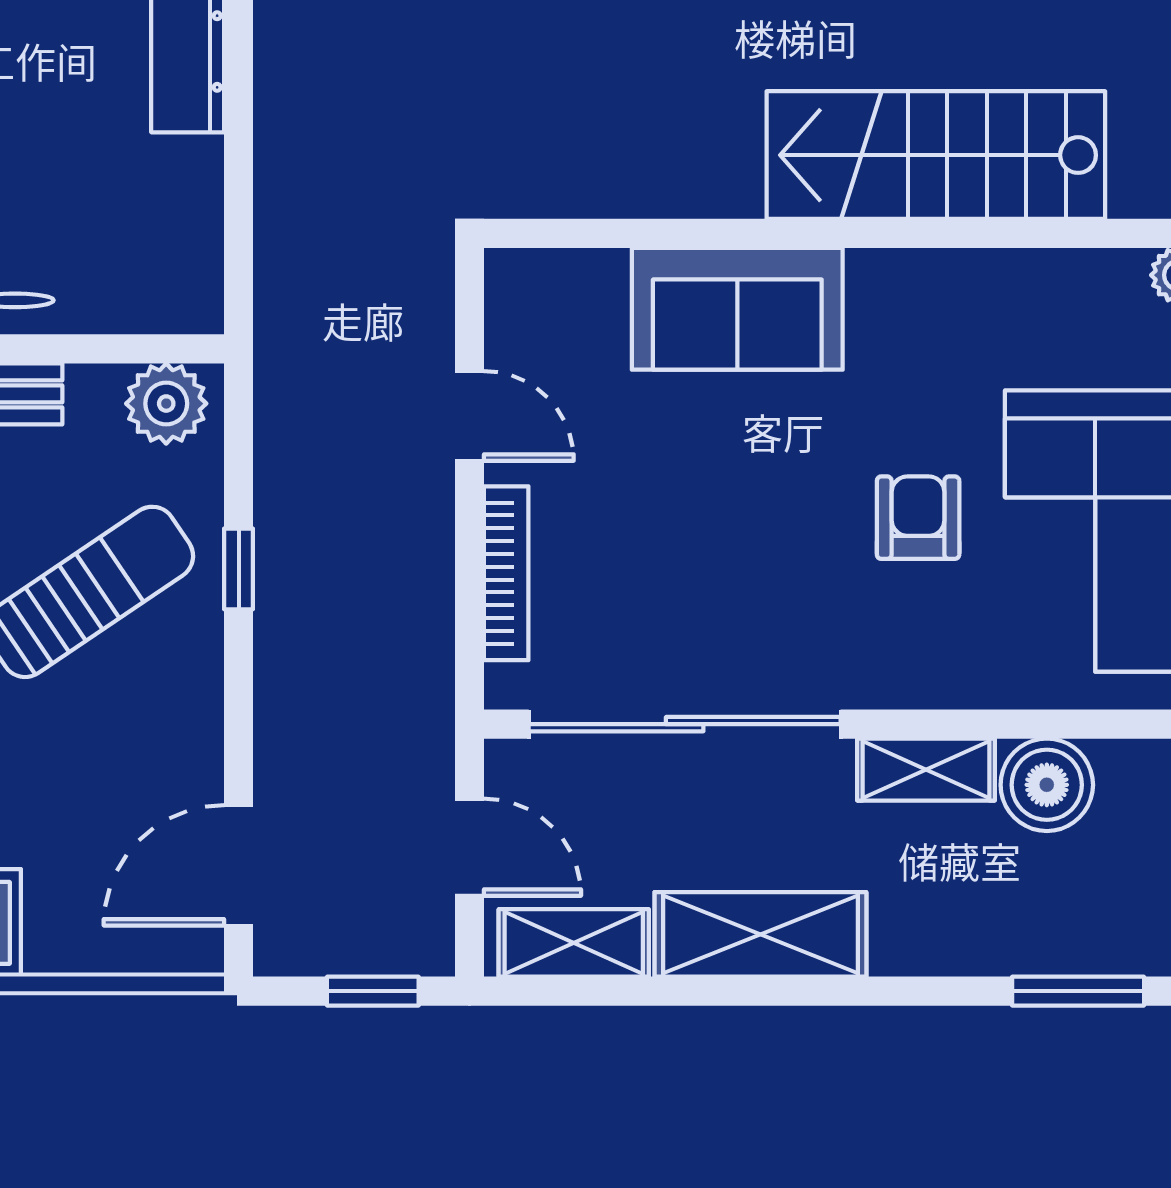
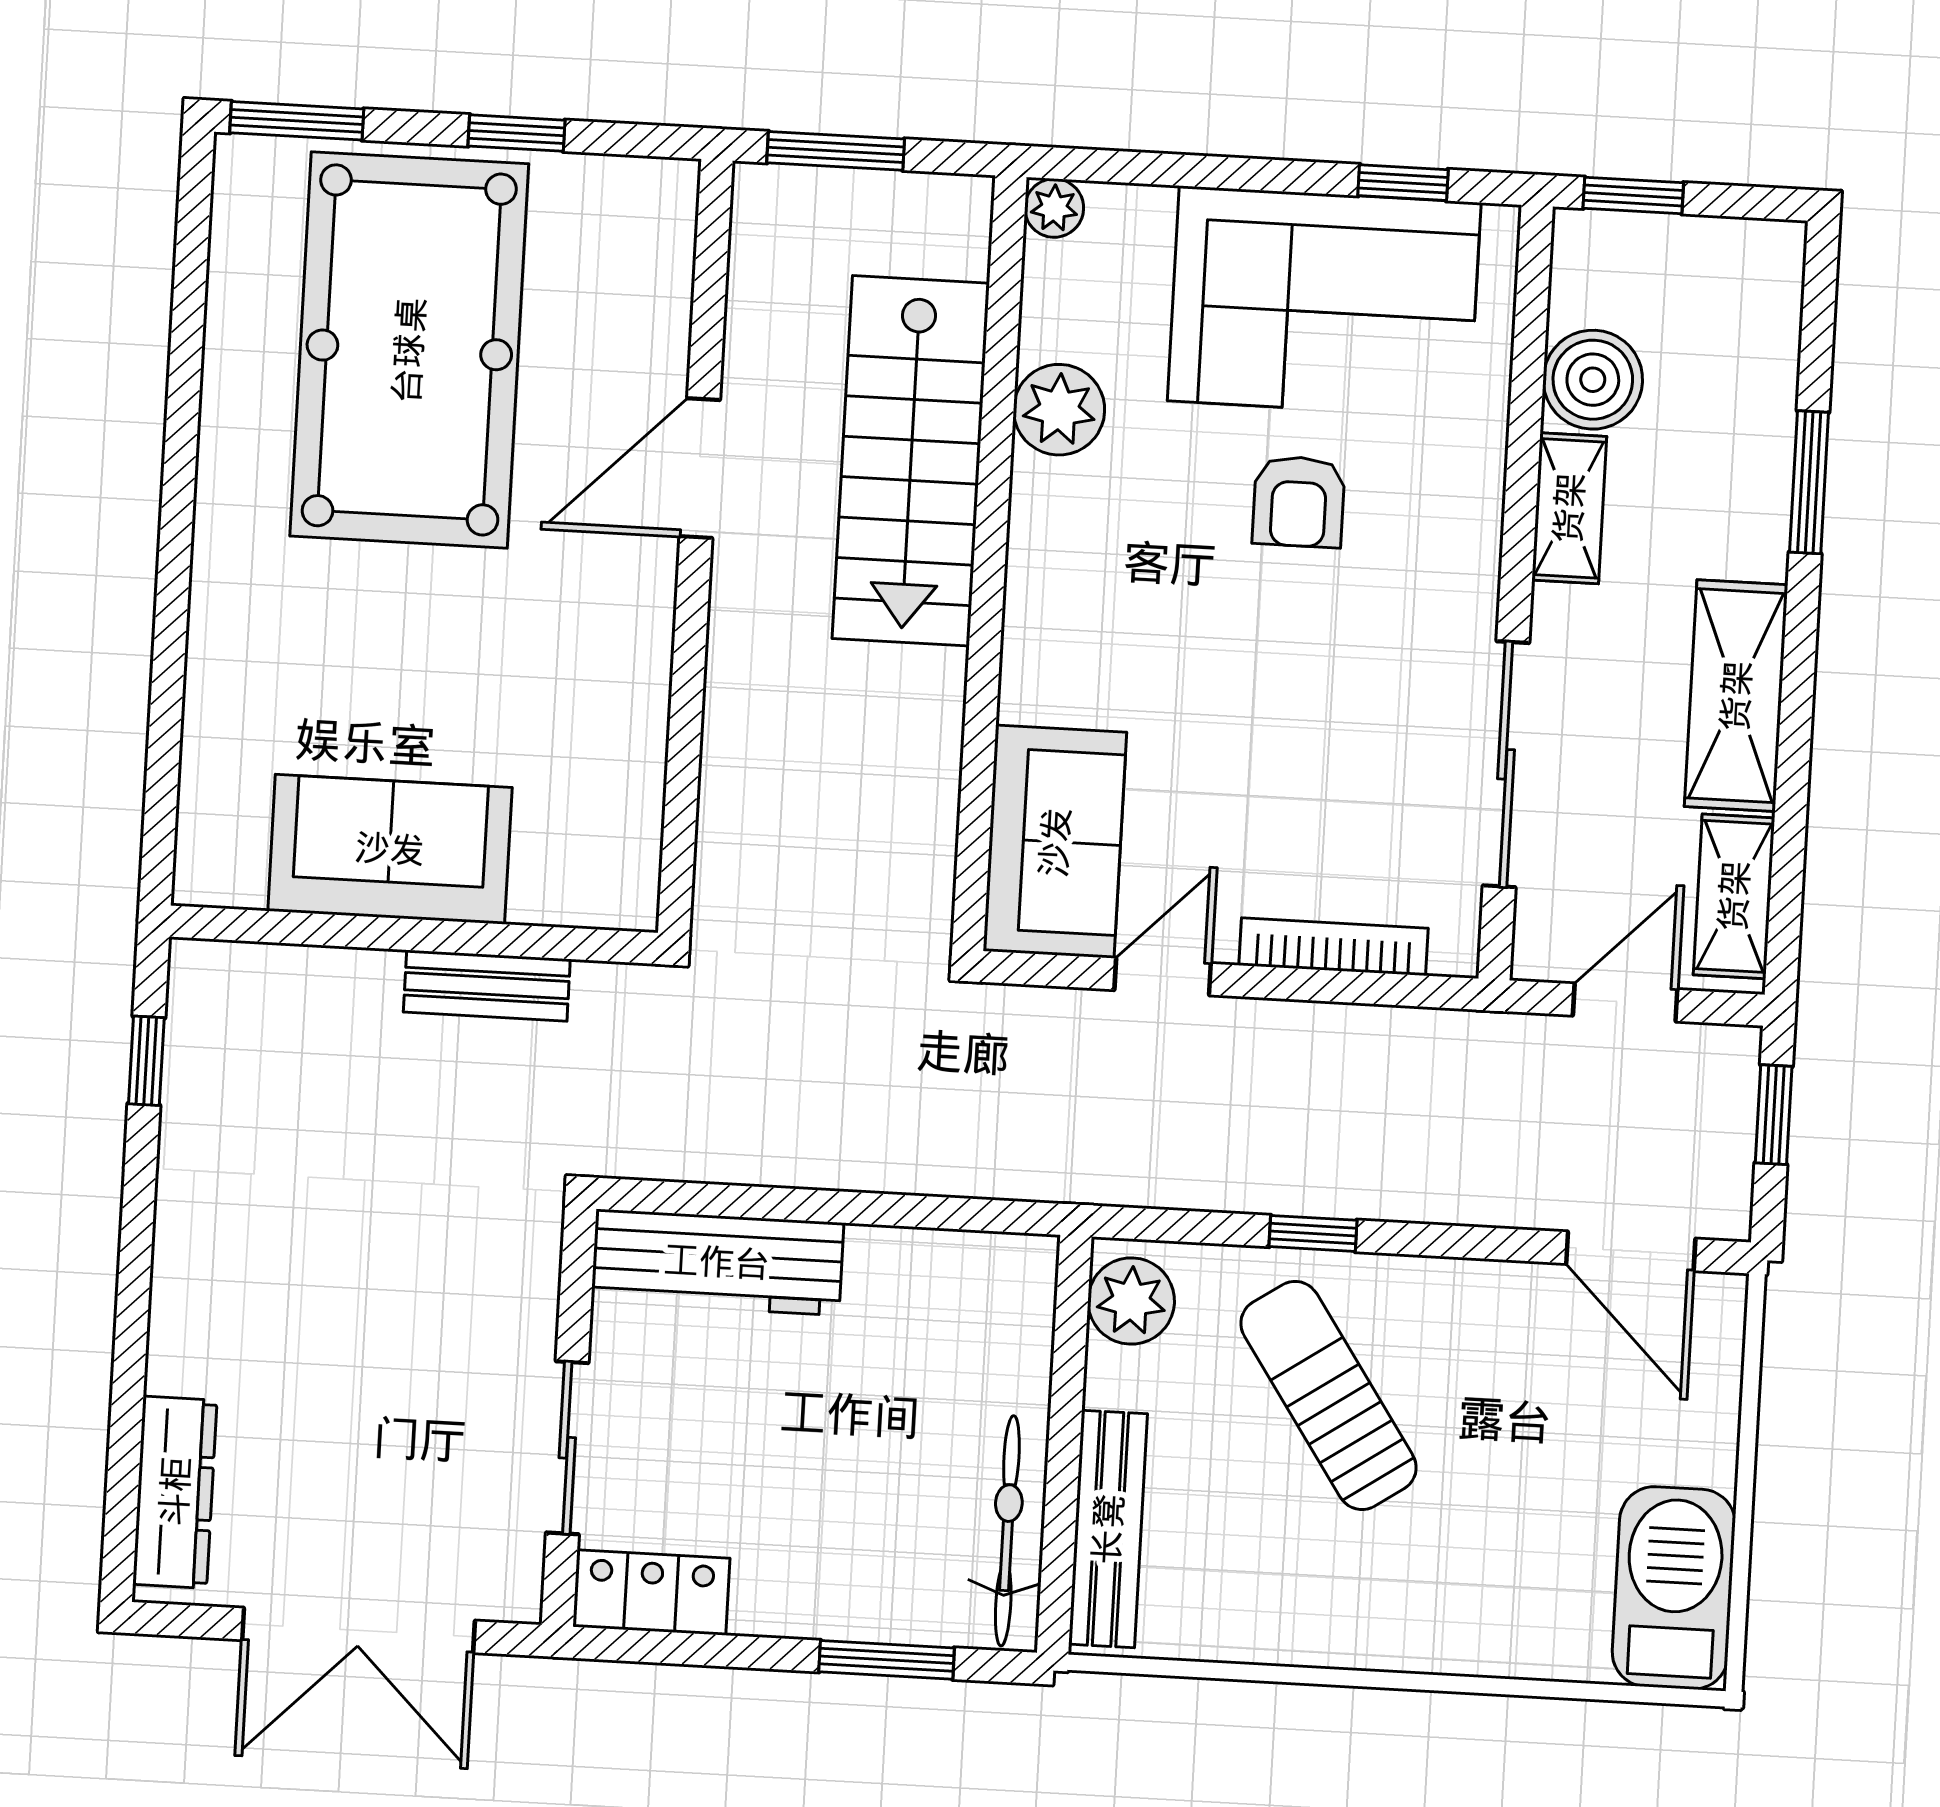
plant: (991, 290) -> (1059, 410), added
sofa: (737, 309) -> (1055, 842), moved
armchair: (918, 518) -> (1299, 502), turned -90
sliding door: (685, 724) -> (1506, 764), width x0.73
window: (1078, 991) -> (1809, 482), moved

